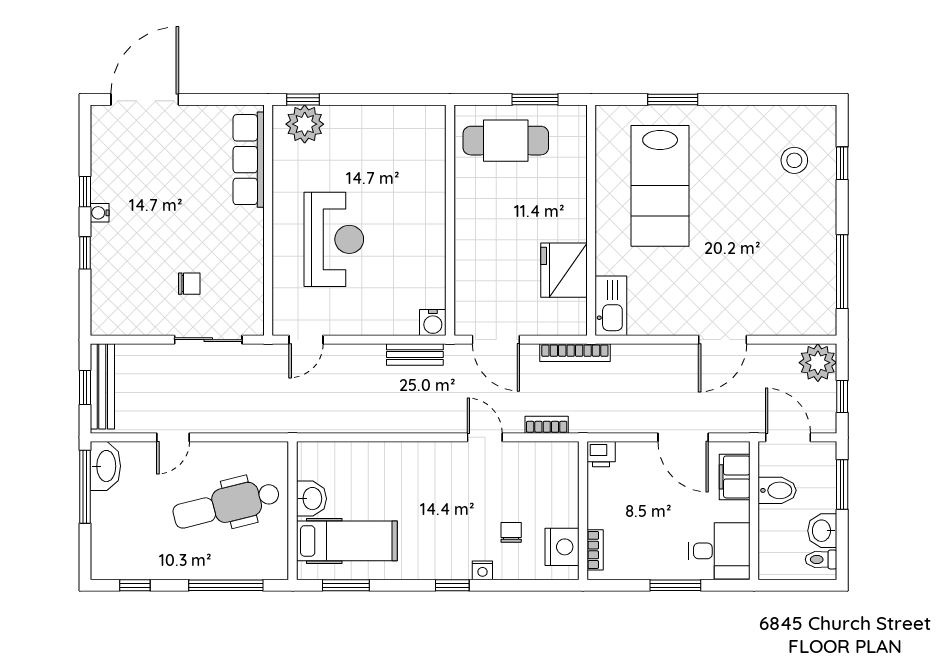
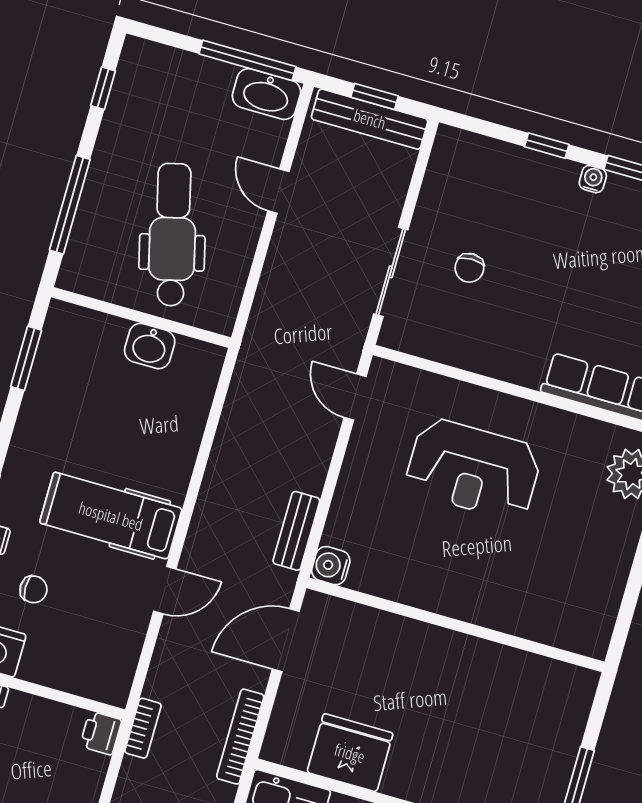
cafe table: (506, 141) -> (537, 725), removed
bookcase: (547, 425) -> (143, 728), moved
hospital bed: (347, 541) -> (111, 516), moved, turned 90

